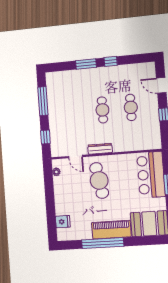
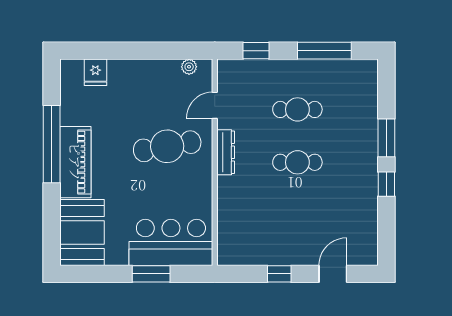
cafe table: (131, 107) -> (297, 109), moved

